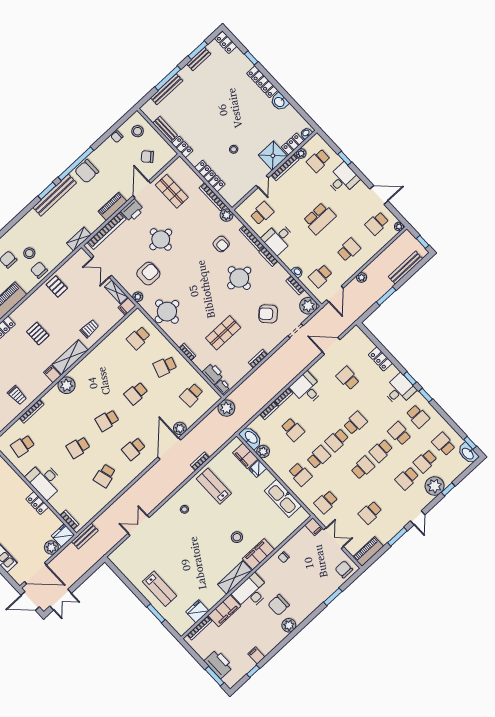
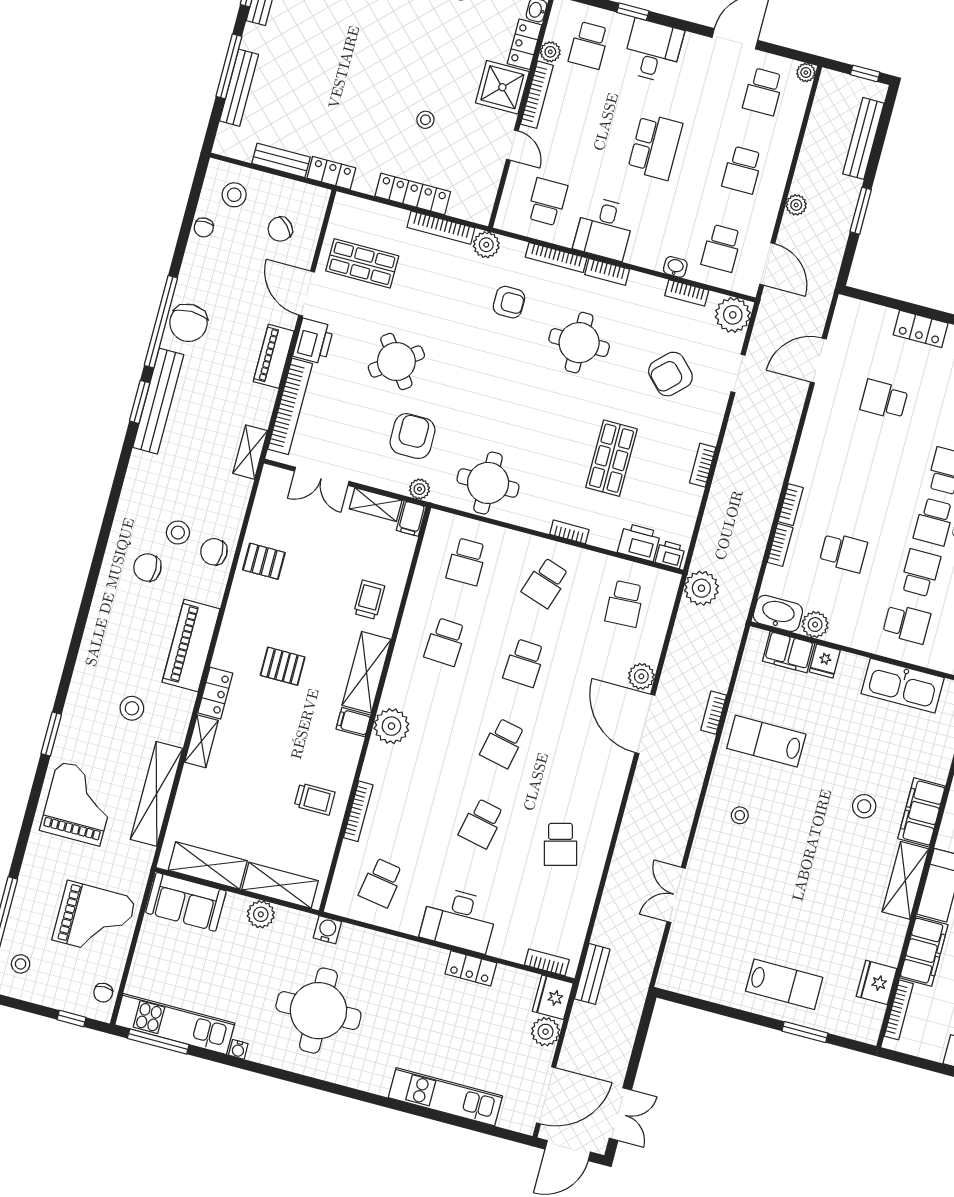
round table: (161, 239) -> (396, 361), turned -36
school desk: (349, 250) -> (742, 170), turned 180
desk: (307, 388) -> (823, 464), removed
school desk: (134, 449) -> (445, 642), moved

